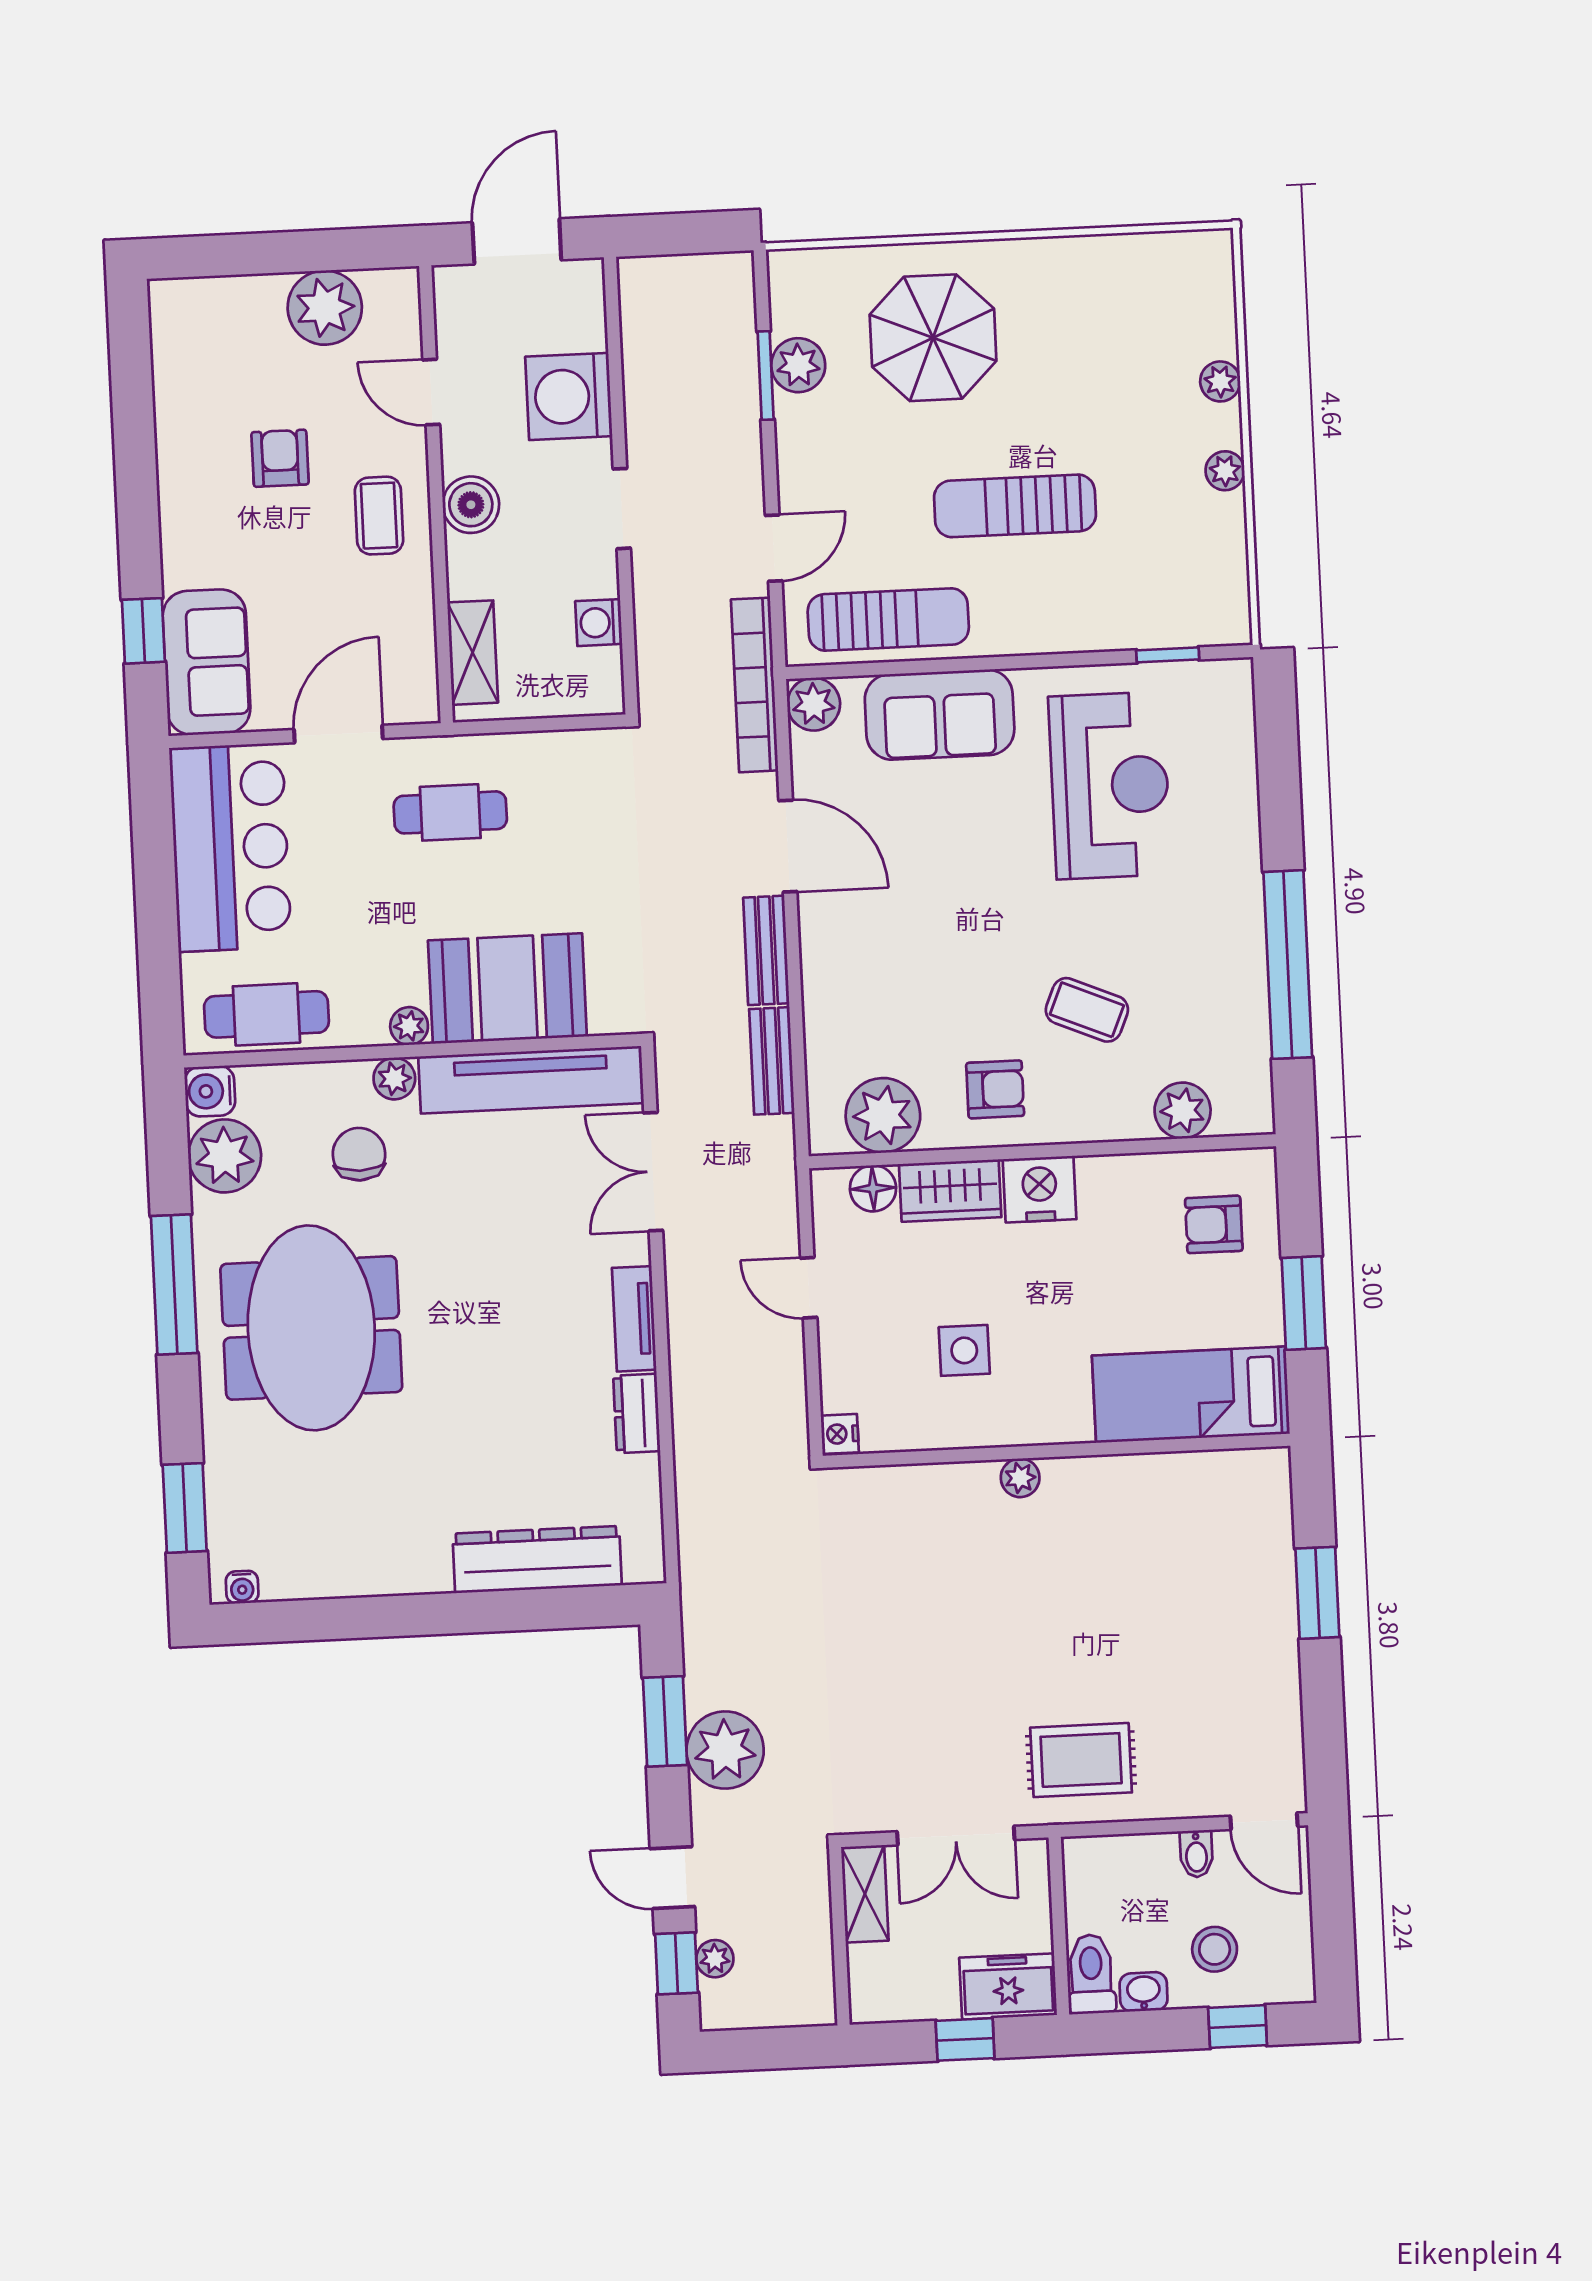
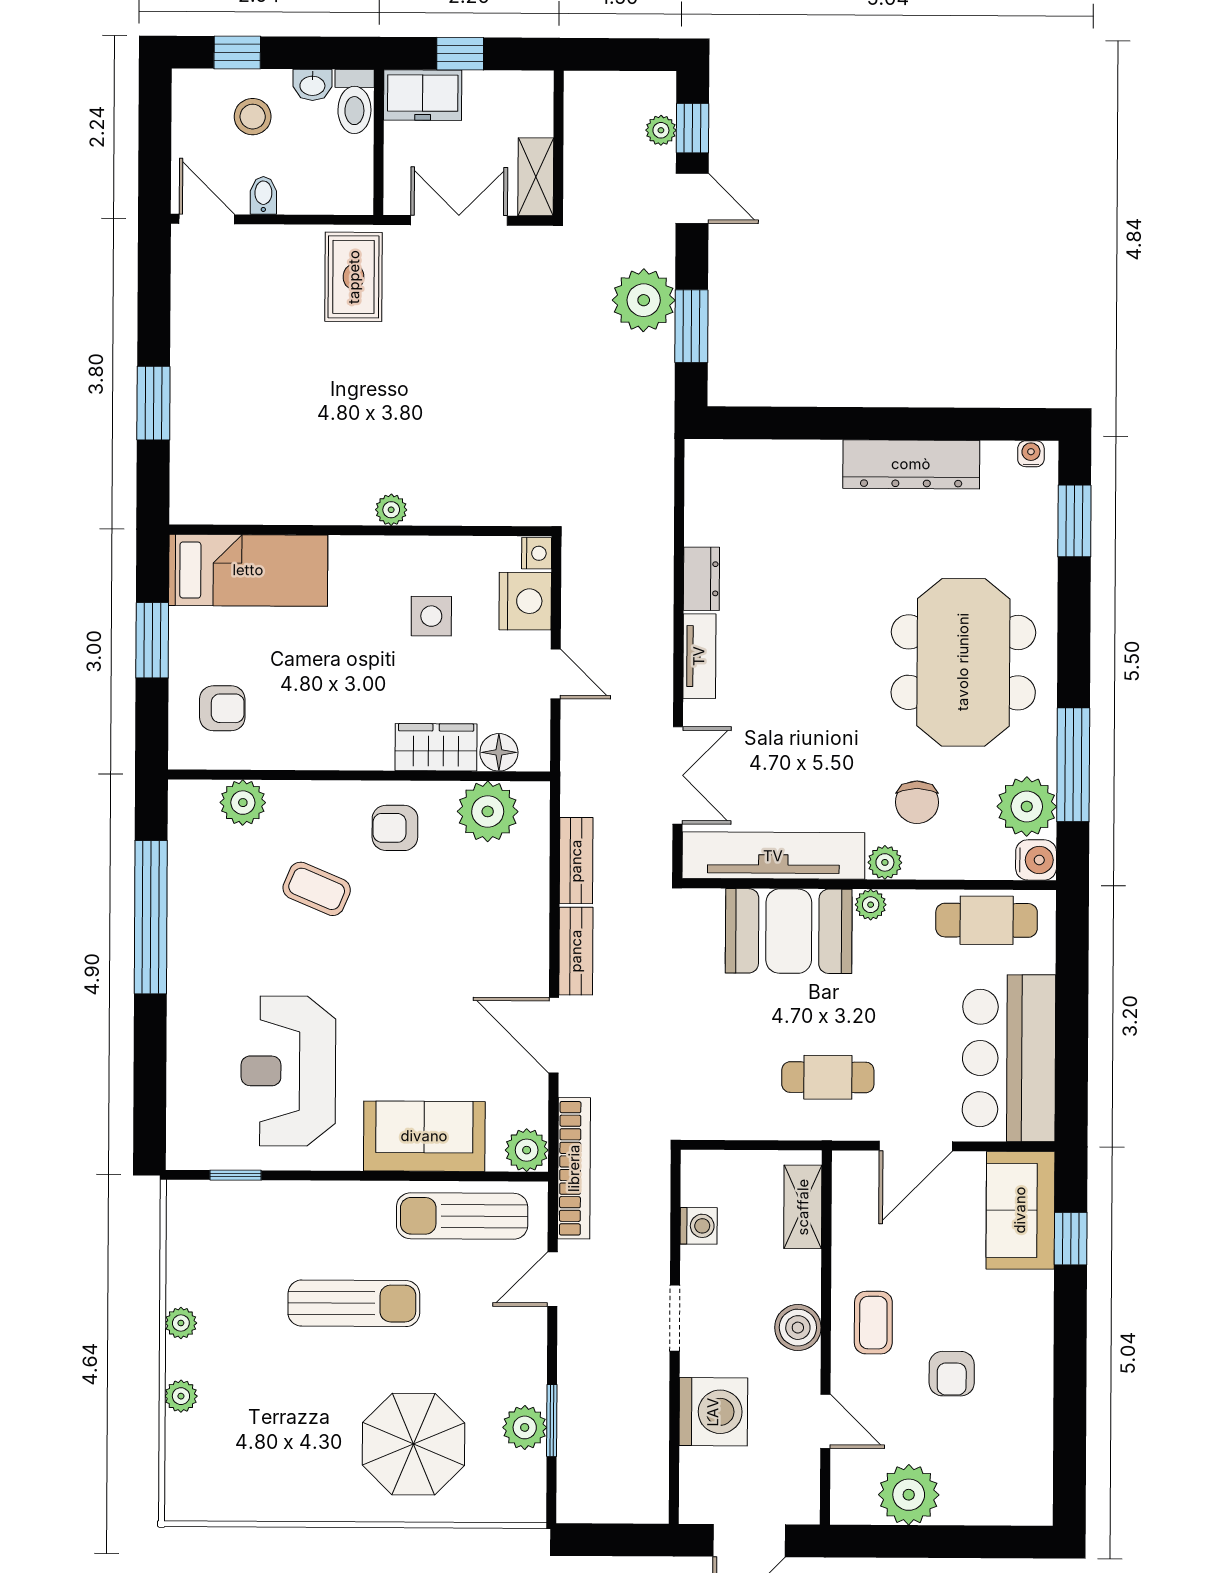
nightstand: (1040, 1189) -> (525, 601), moved, turned -90
window: (174, 1285) -> (1073, 765), moved
dresser: (537, 1559) -> (911, 464), moved
rug: (1081, 1760) -> (354, 277), turned 90

